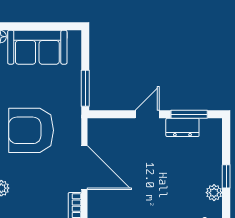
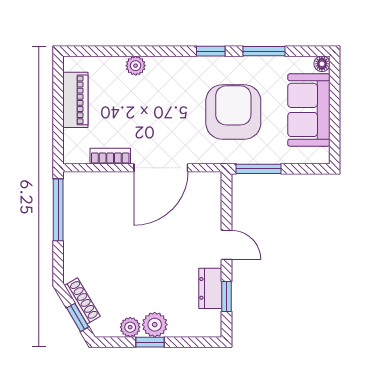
window: (189, 114) -> (226, 297), width x0.67
armchair: (31, 130) -> (233, 112), moved
plant: (212, 173) -> (155, 325), added

